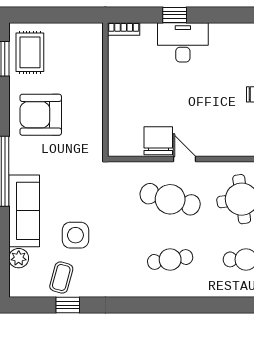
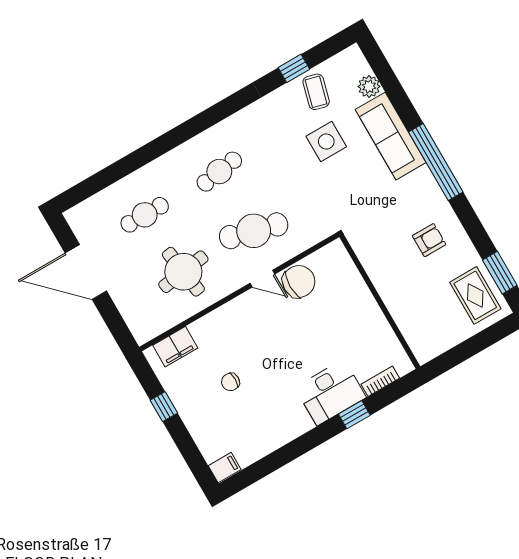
bookcase: (124, 29) -> (380, 381), moved
armchair: (41, 115) -> (429, 240), width x0.53, depth x0.53
chair: (158, 141) -> (299, 282), turned -90

